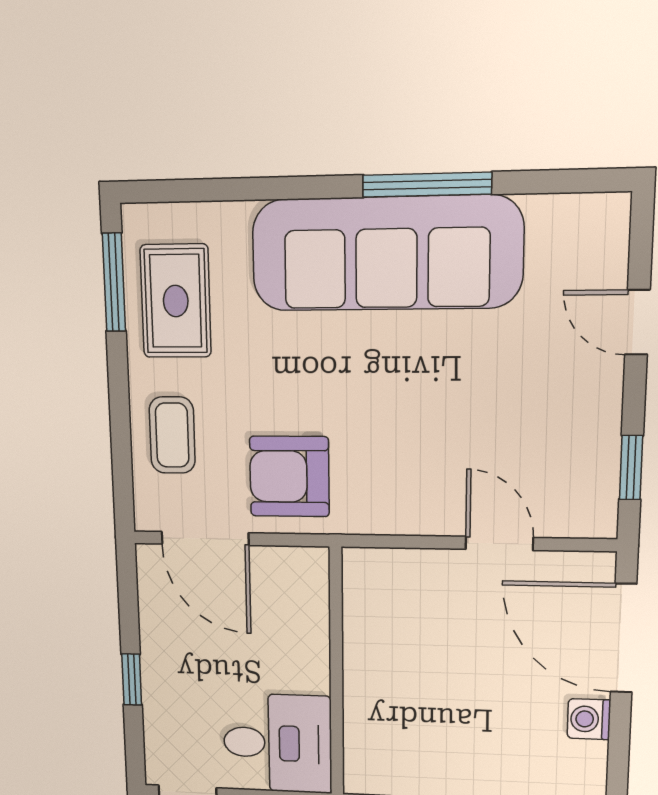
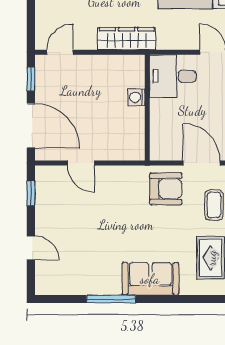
sofa: (386, 254) -> (150, 279), width x0.54, depth x0.79
washing machine: (589, 719) -> (136, 97), moved, turned 180
window: (619, 750) -> (31, 79), added

